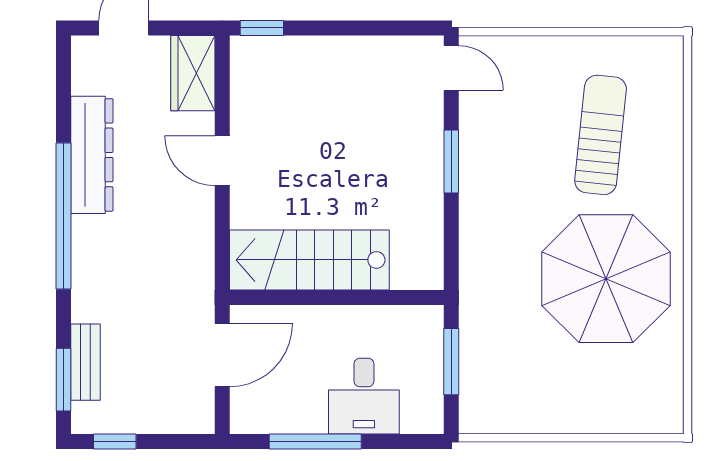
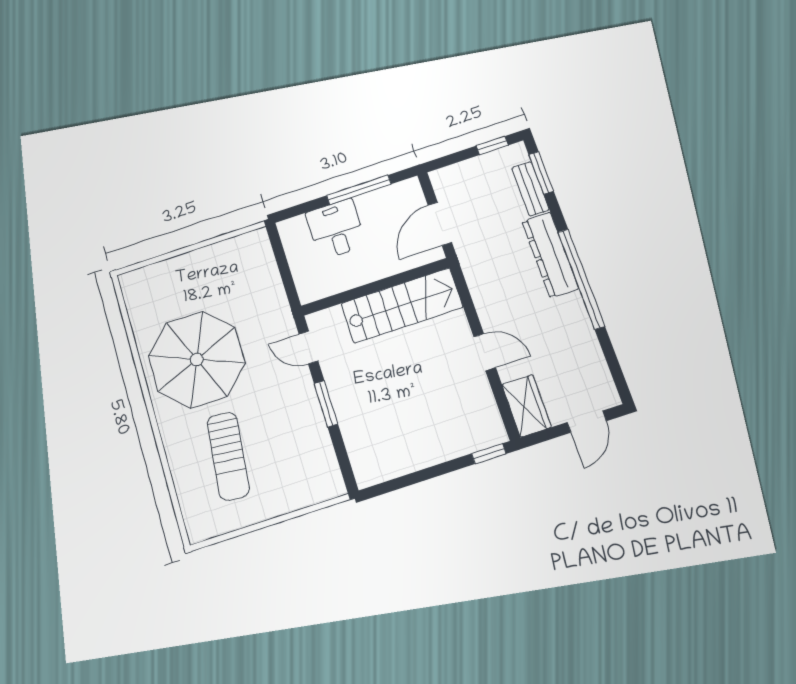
door: (451, 68) -> (308, 347), moved
dresser: (92, 155) -> (550, 255), moved
window: (451, 362) -> (285, 271), removed

